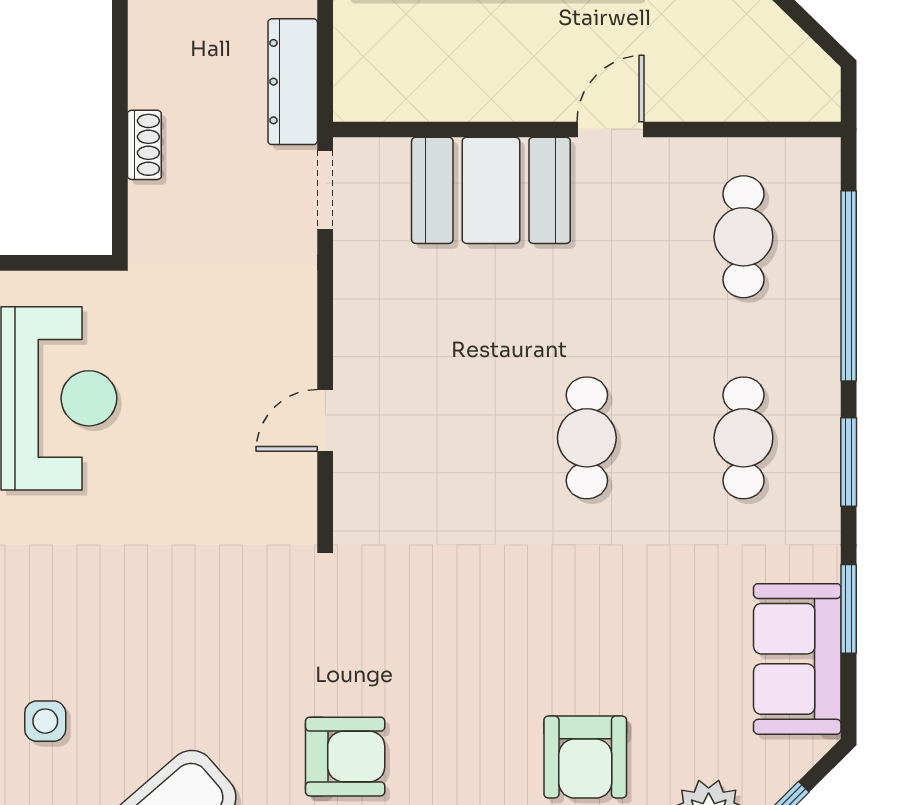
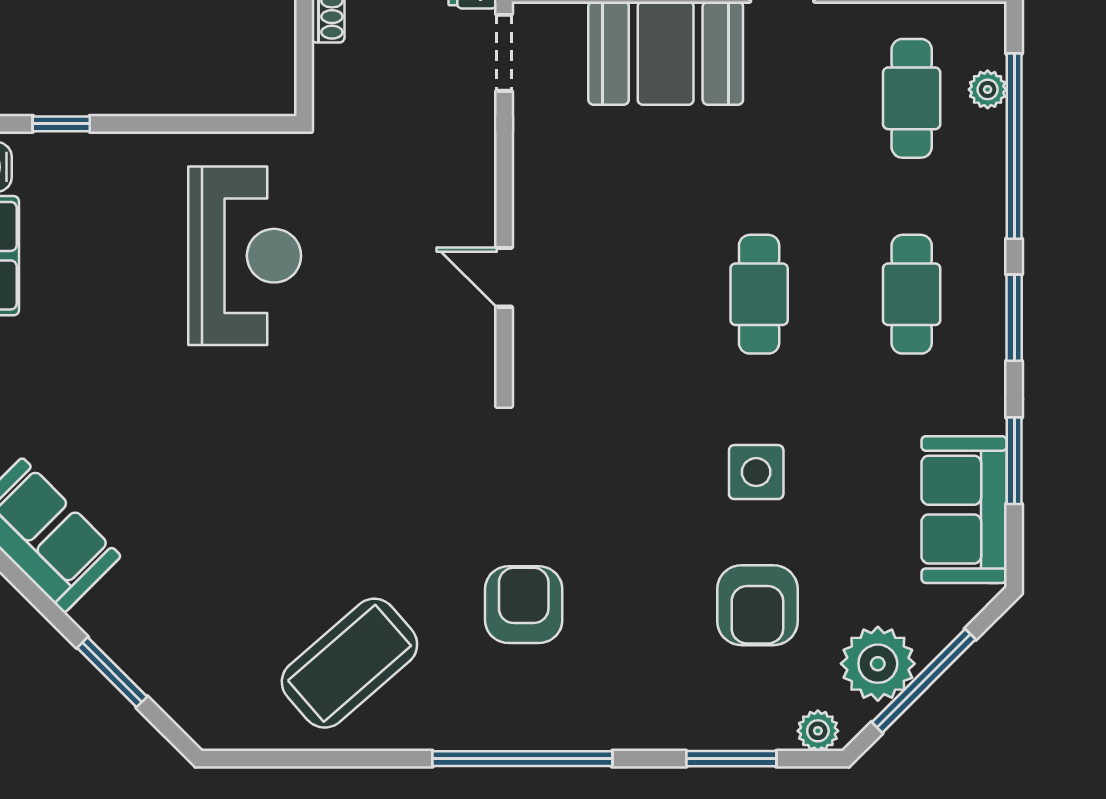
plant: (821, 228) -> (988, 89), added
door: (325, 420) -> (504, 277), hinge flipped
side table: (45, 721) -> (756, 472), moved, width x1.37, depth x1.37
armchair: (345, 757) -> (524, 605), turned -90

